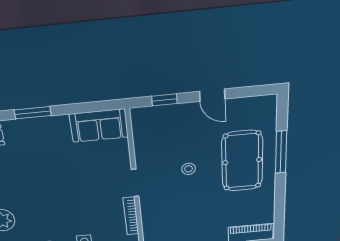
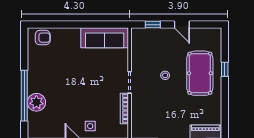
window: (33, 113) -> (71, 25), removed
sofa: (99, 126) -> (105, 38), width x1.36
window: (281, 152) -> (225, 69), width x0.46

